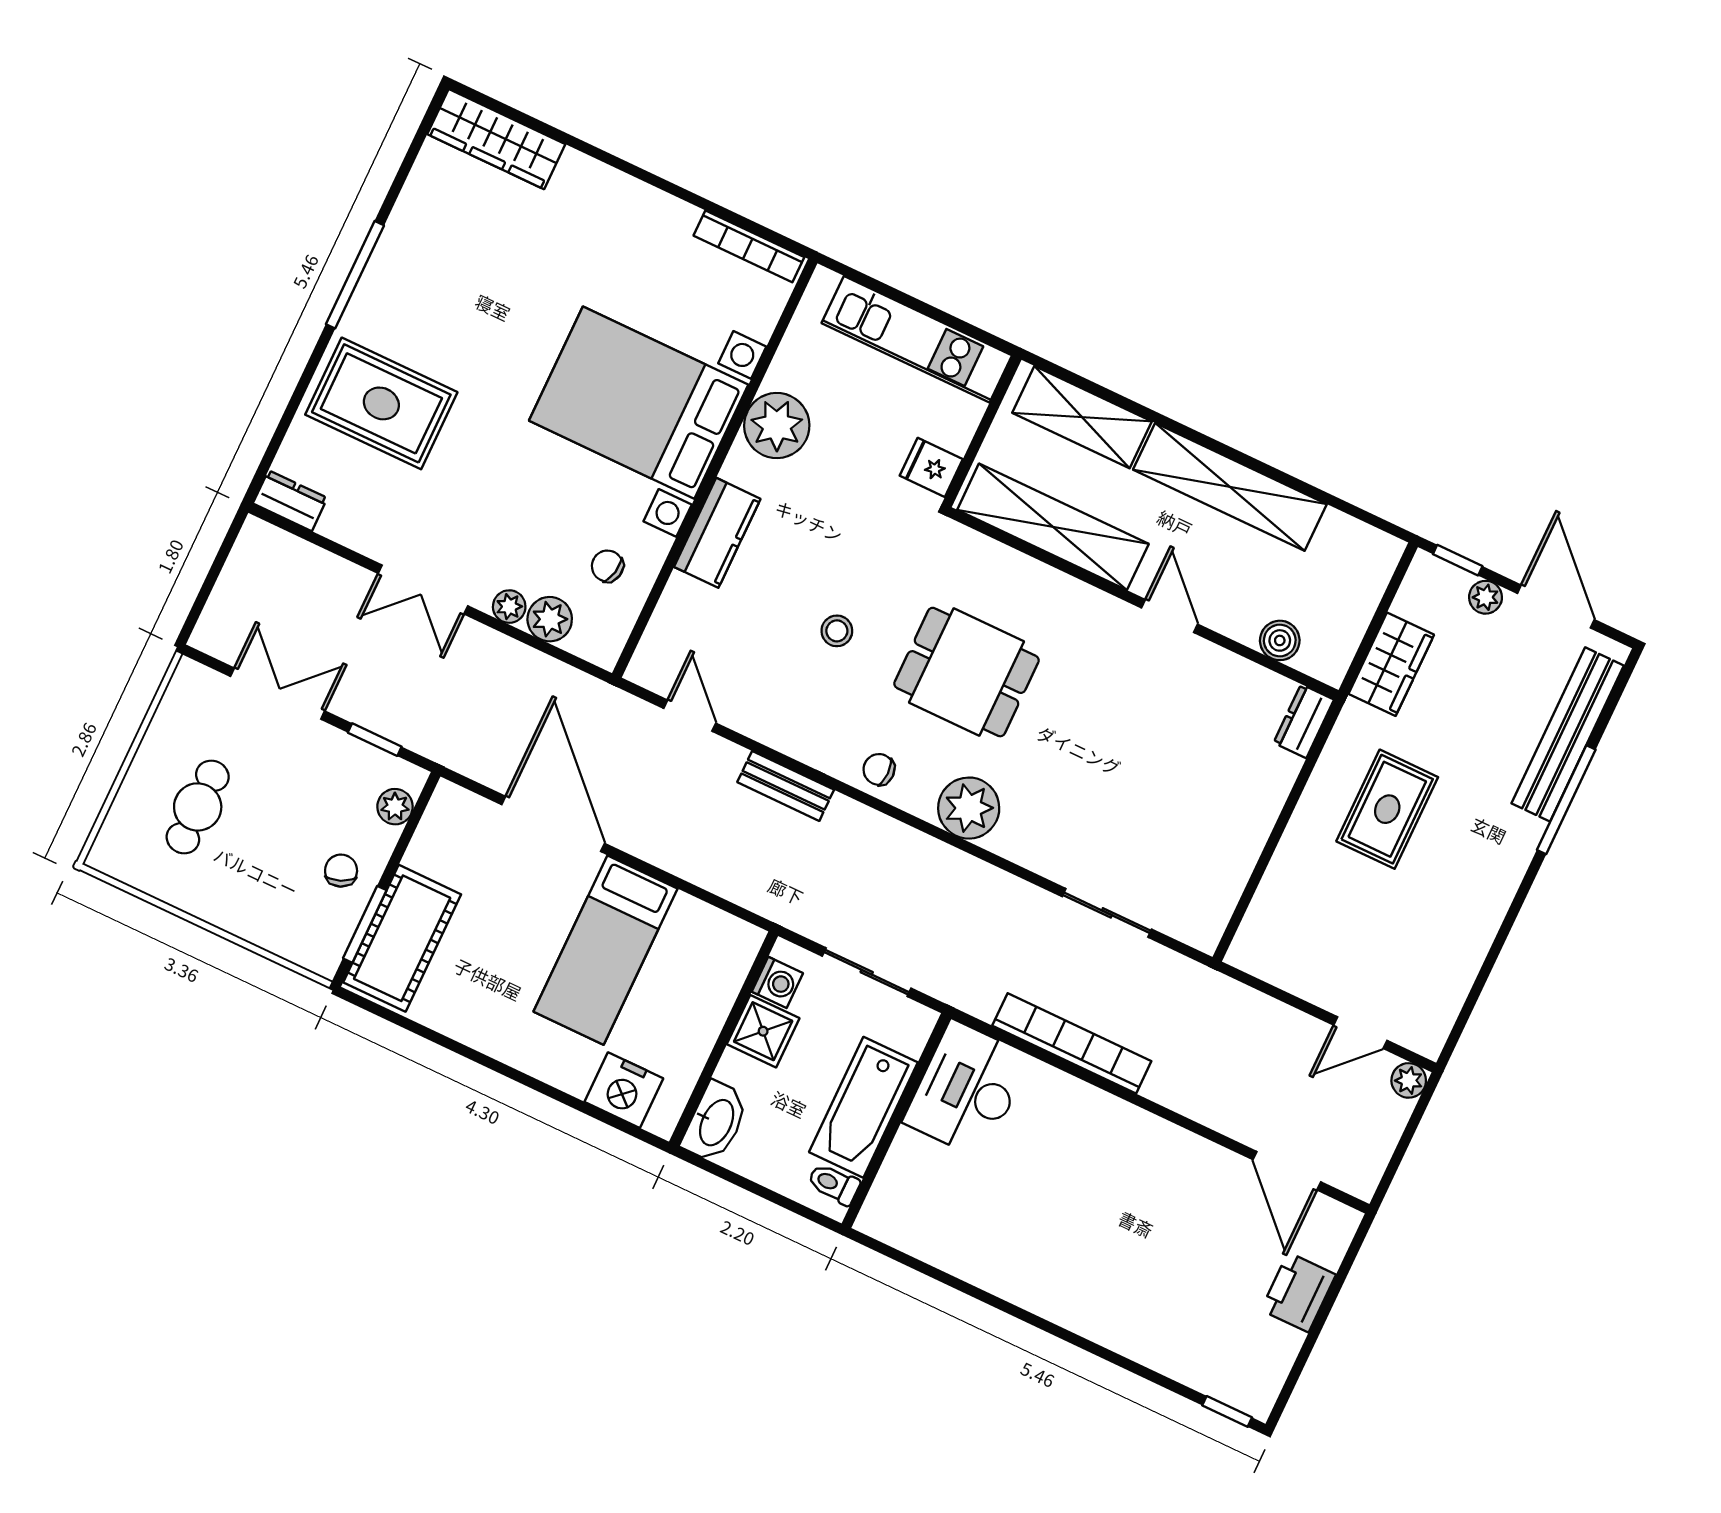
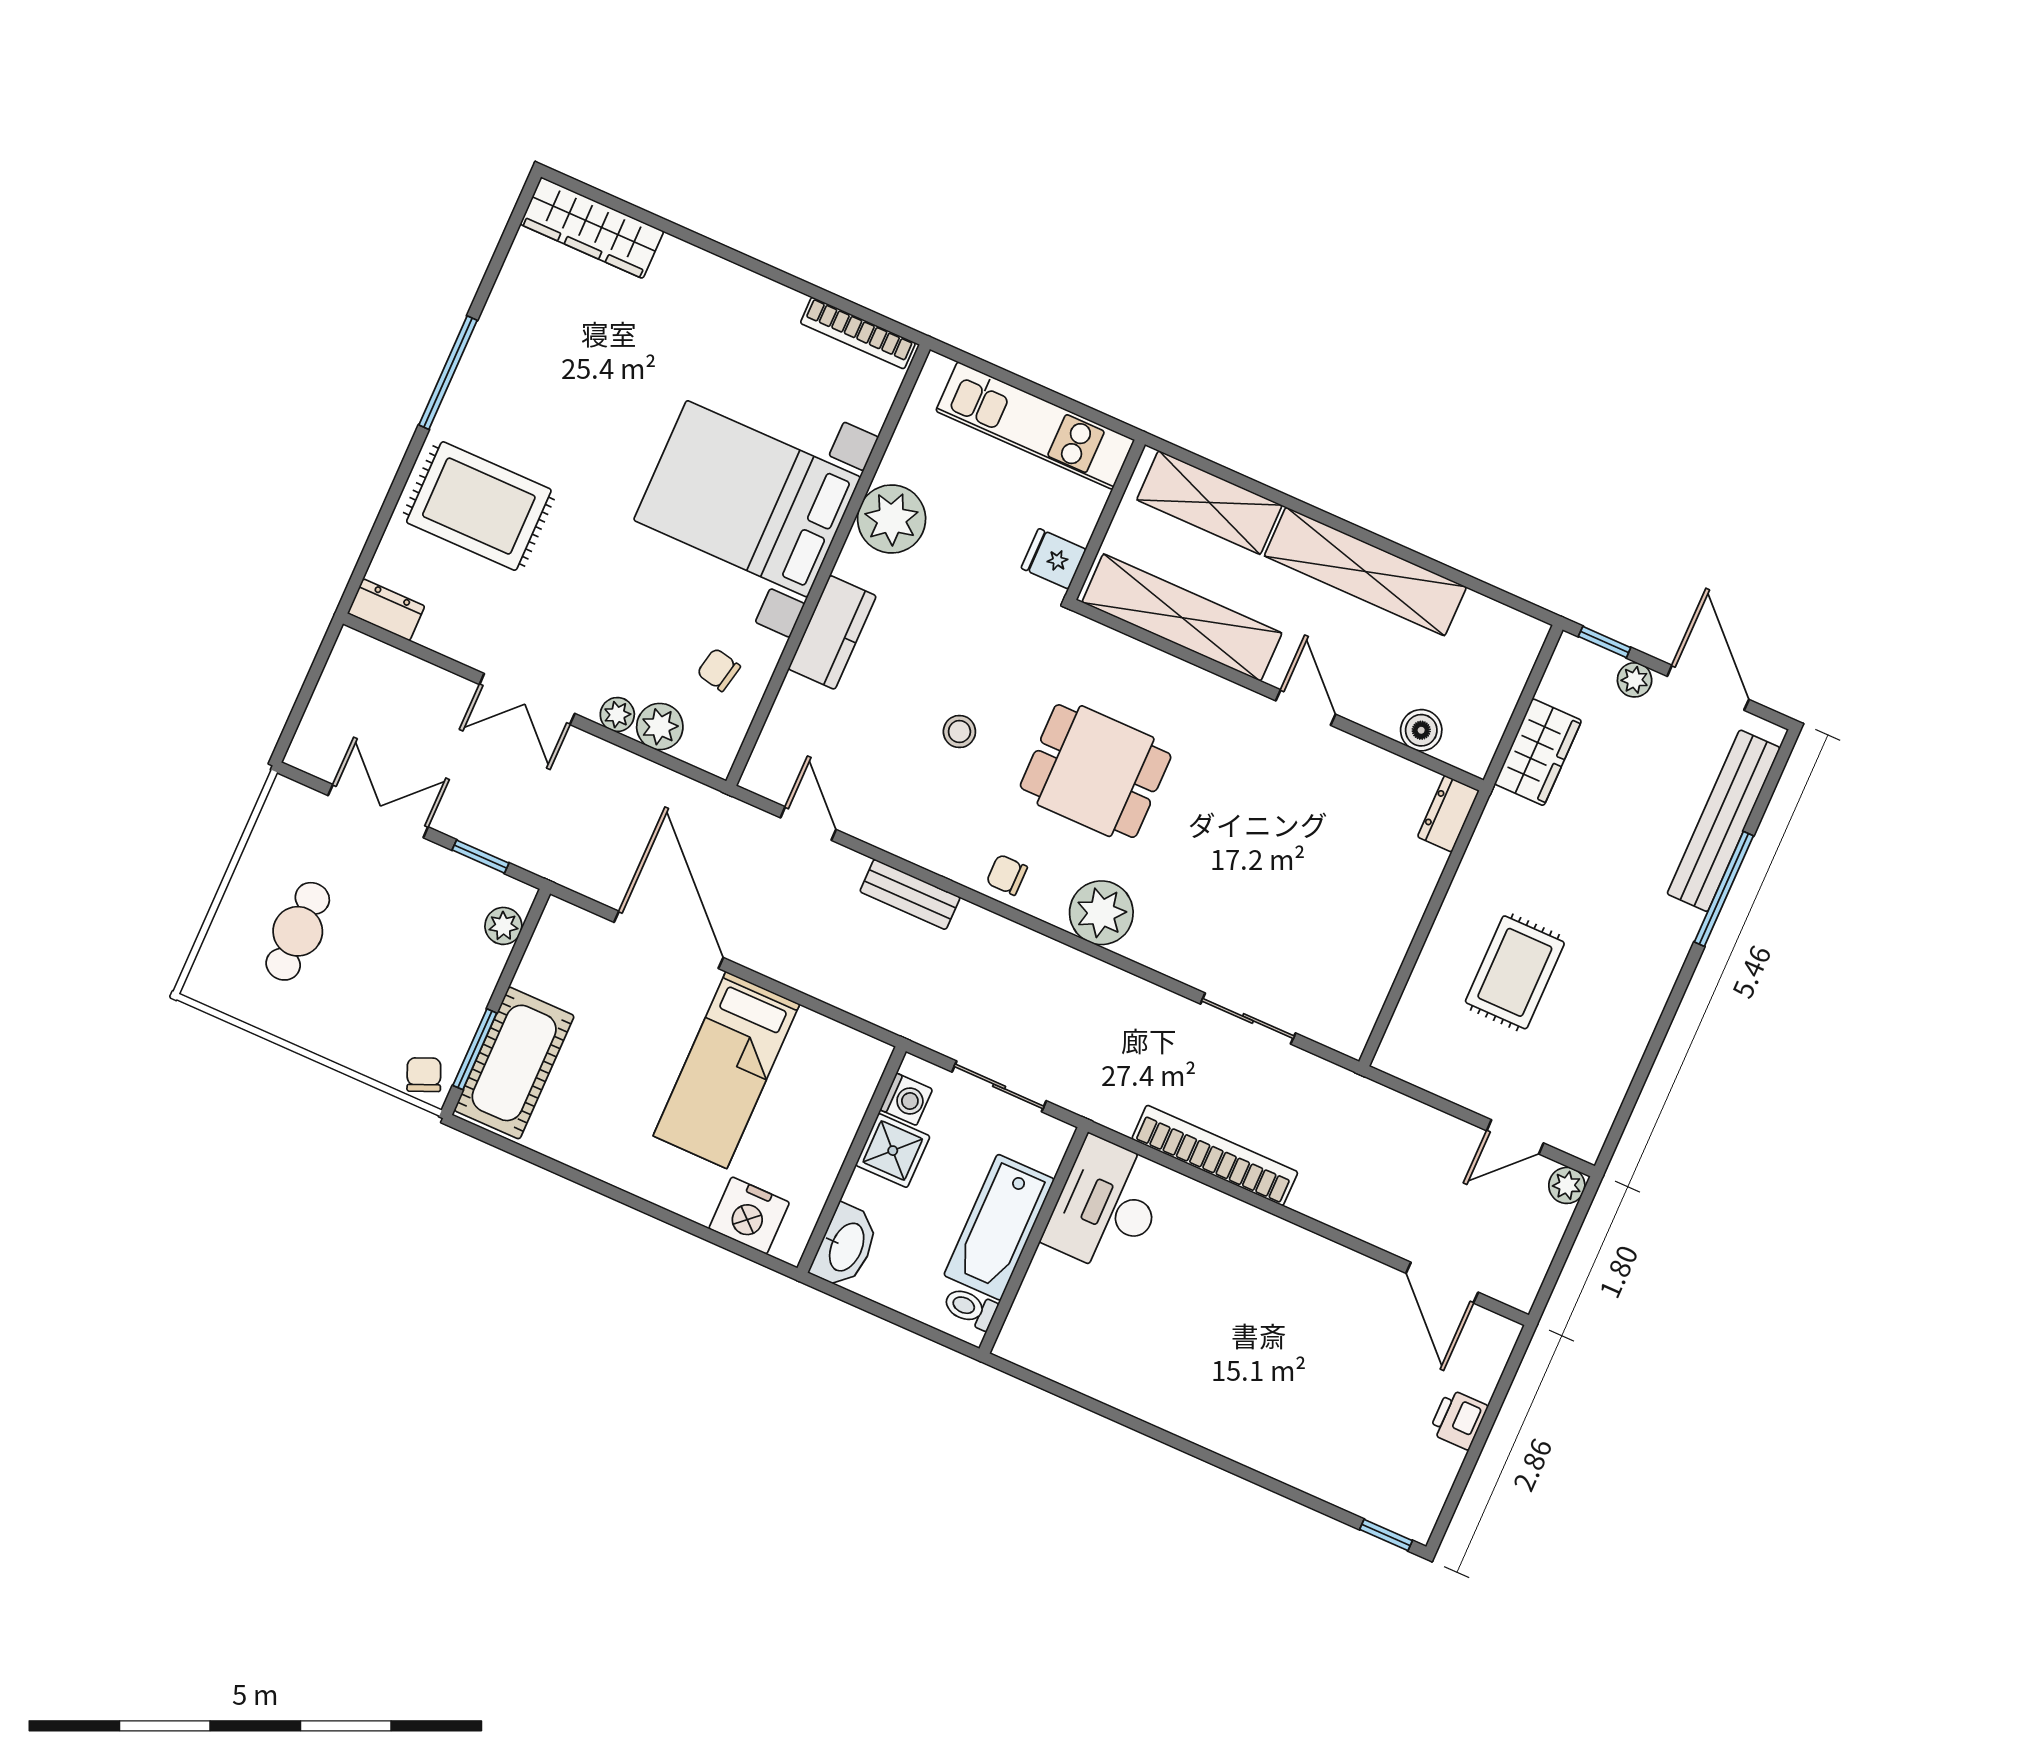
rug: (1387, 809) -> (1515, 972), moved
chair: (341, 871) -> (424, 1075), moved
printer: (1298, 1292) -> (1458, 1419), width x0.73, depth x0.81

